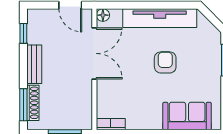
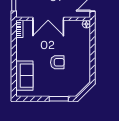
tv unit: (160, 18) -> (85, 59), removed
double door: (94, 53) -> (48, 19), moved

